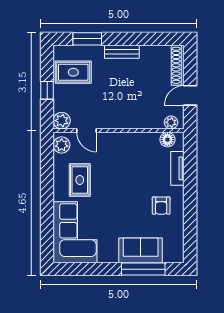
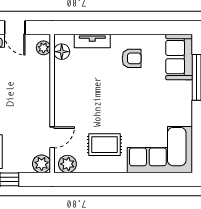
sofa: (141, 250) -> (179, 57), moved

